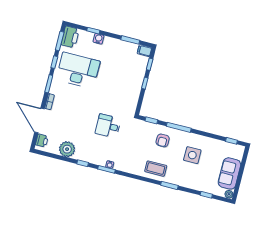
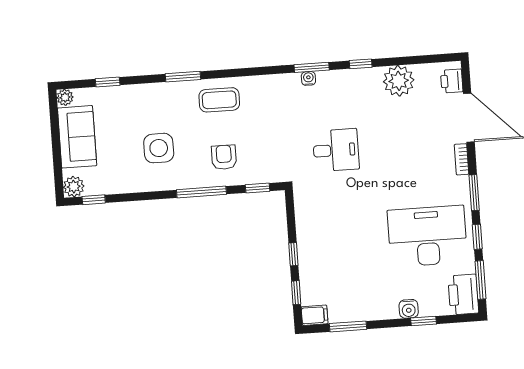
desk: (78, 70) -> (427, 236), turned 180
plant: (239, 150) -> (74, 187), added

